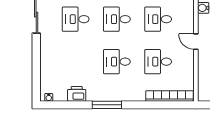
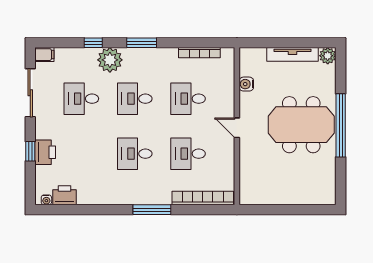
window: (36, 60) -> (30, 151), added
printer: (48, 61) -> (45, 152), added
printer: (77, 94) -> (64, 195), moved
window: (107, 105) -> (152, 210), moved

